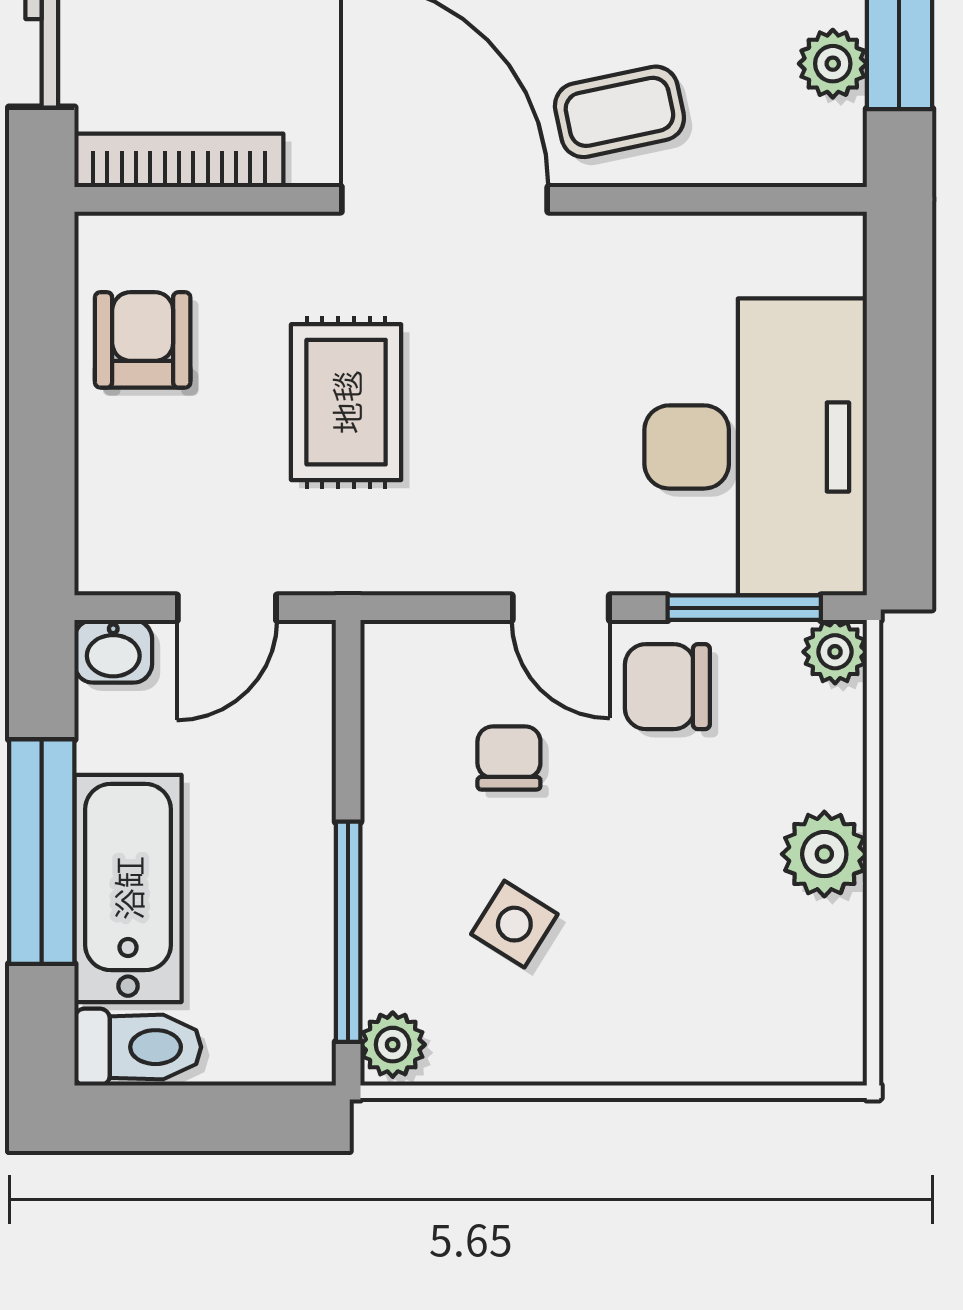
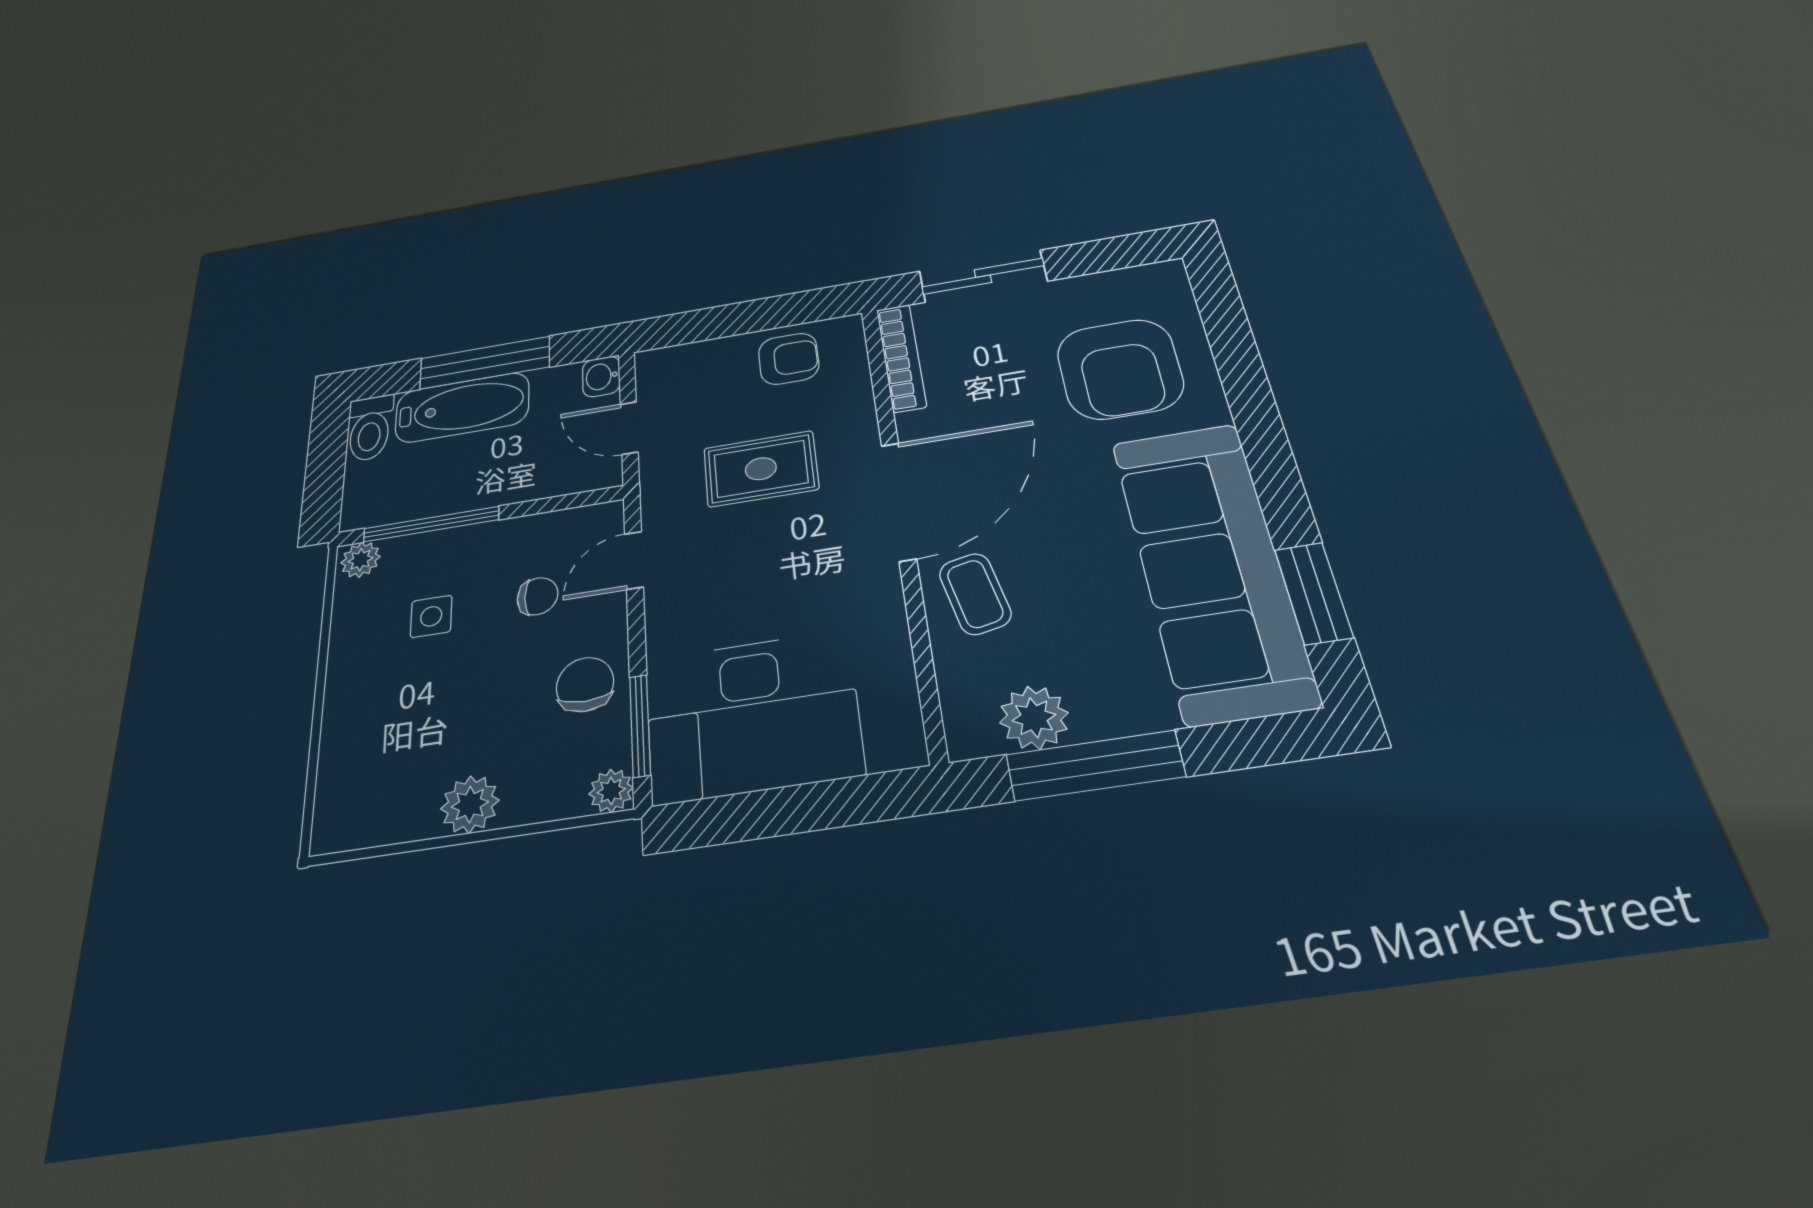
plant: (833, 64) -> (1034, 718), width x1.38, depth x1.38
door: (561, 608) -> (634, 560), moved
side table: (514, 924) -> (431, 616), turned -32

